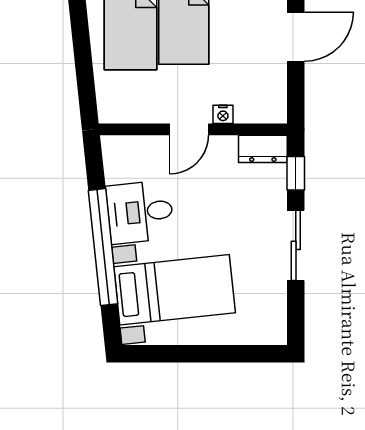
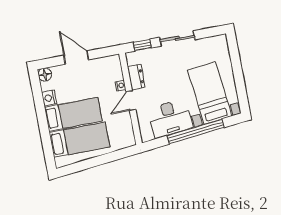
door: (189, 129) -> (131, 101), swing flipped
dresser: (263, 149) -> (136, 77), moved
desk: (140, 212) -> (170, 118), width x1.37

